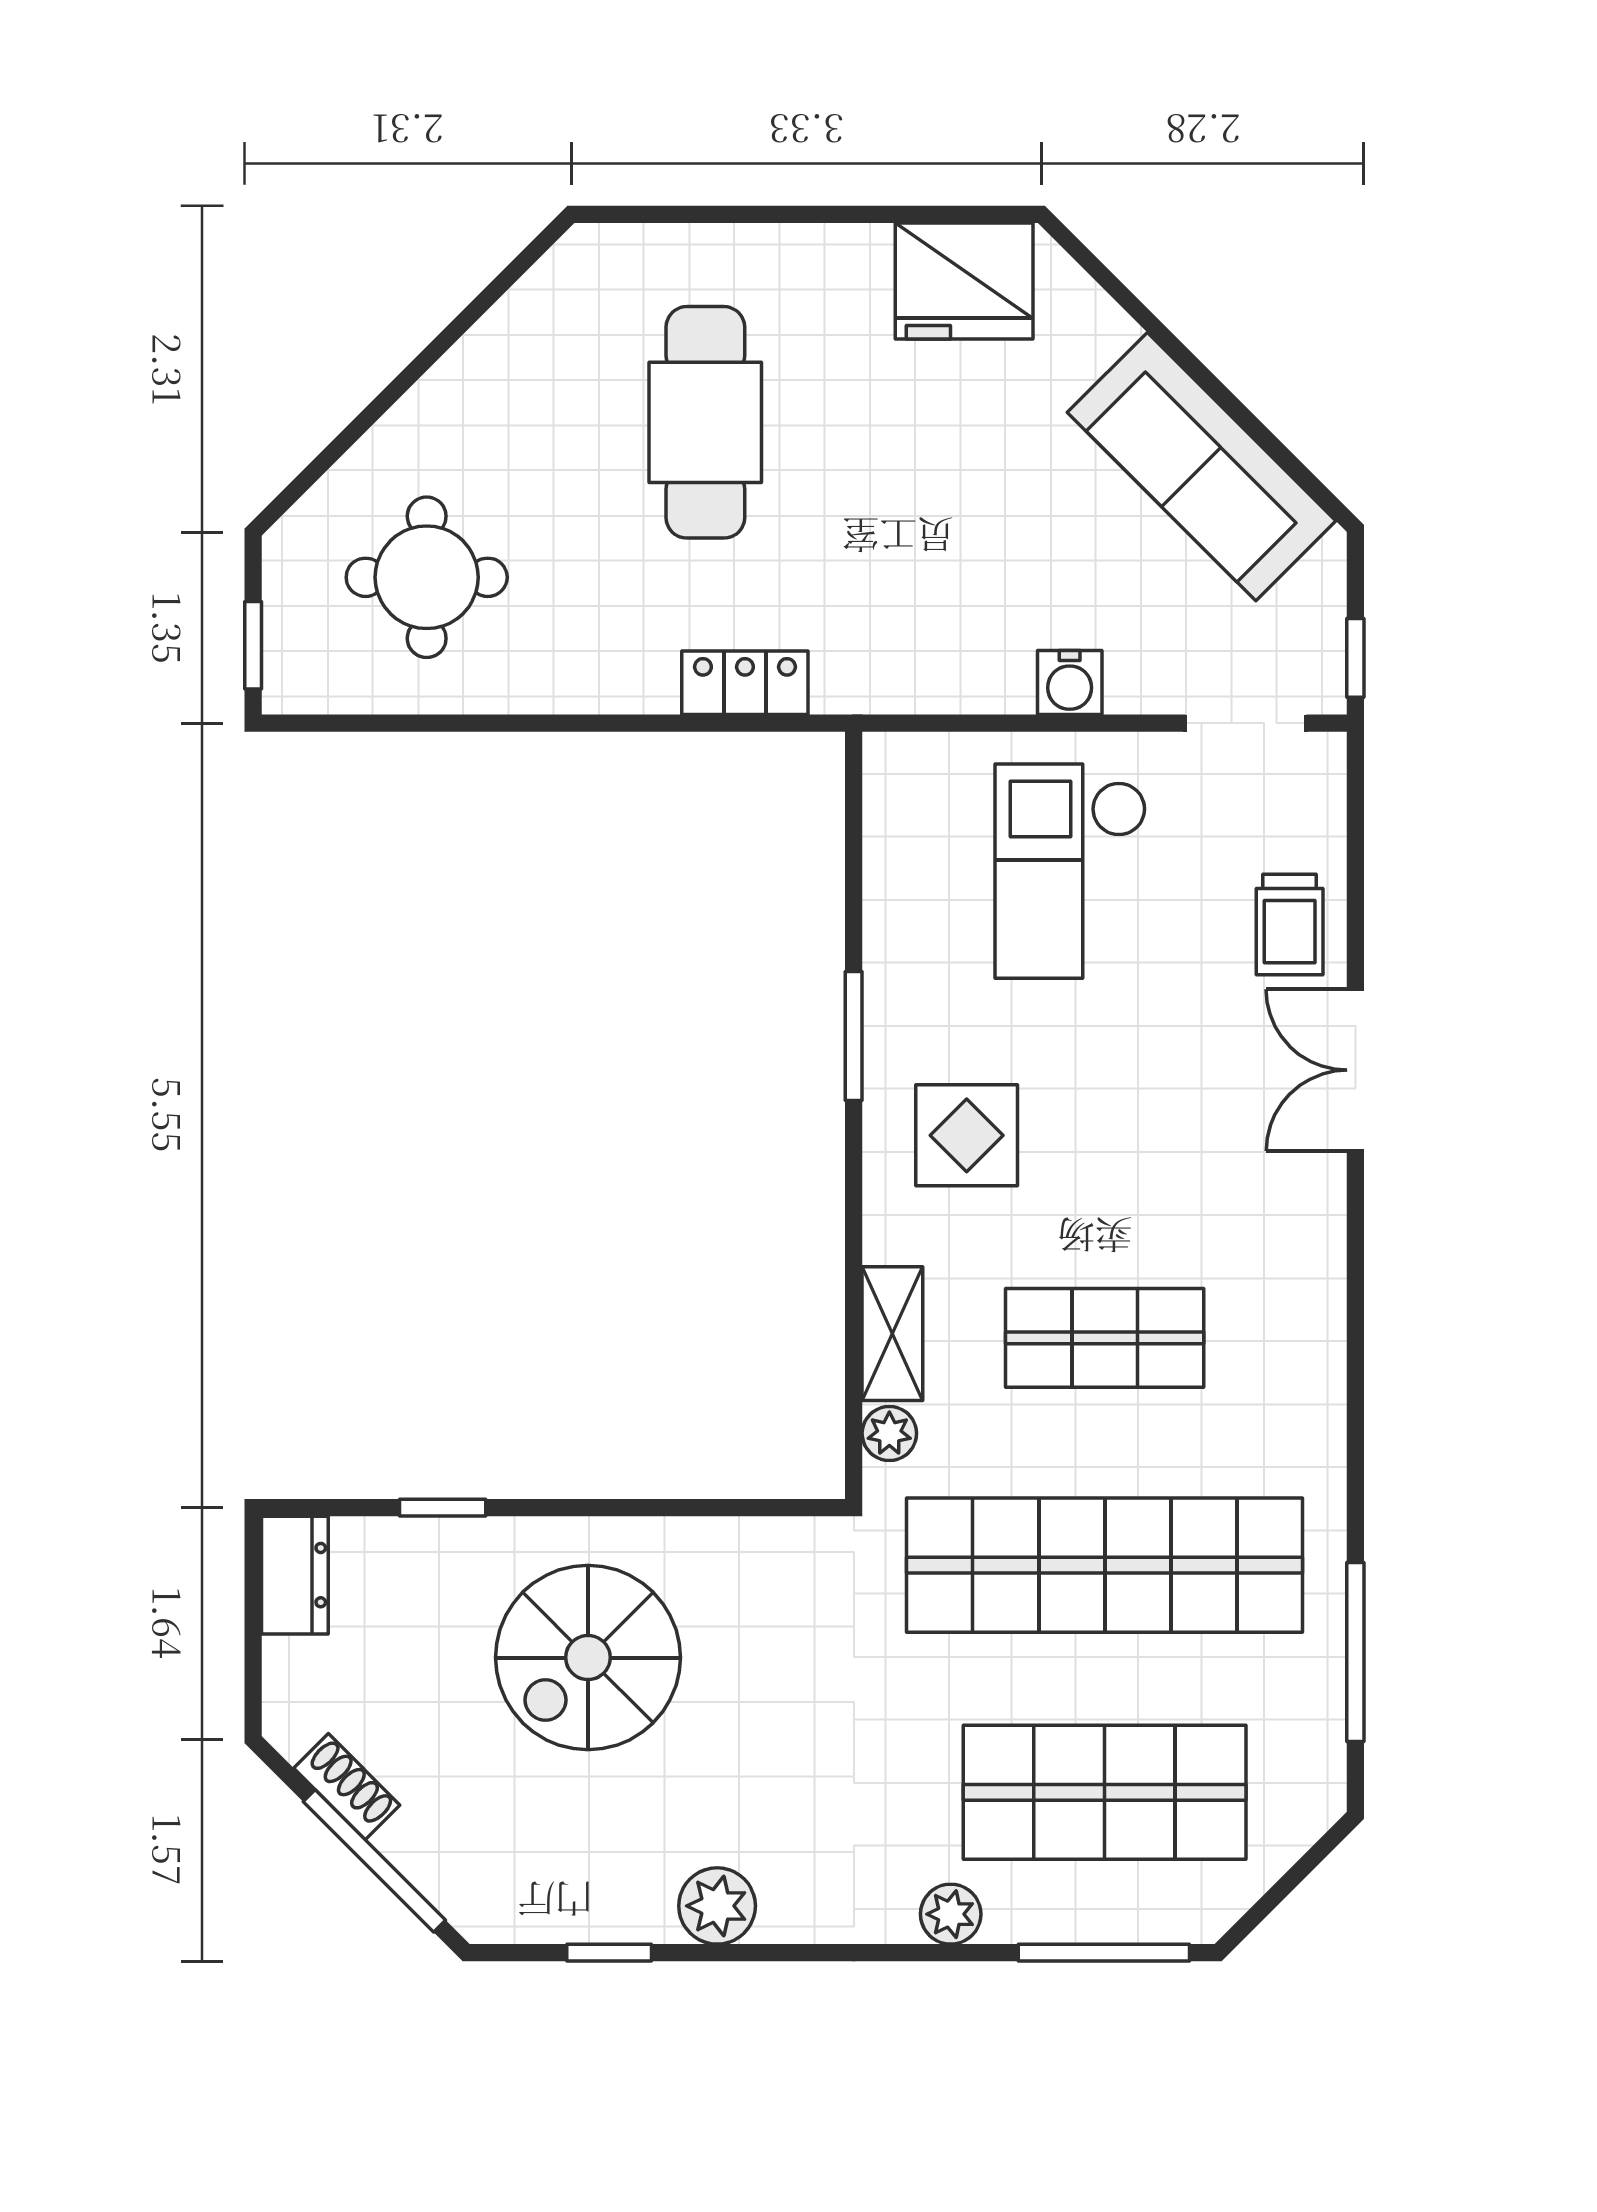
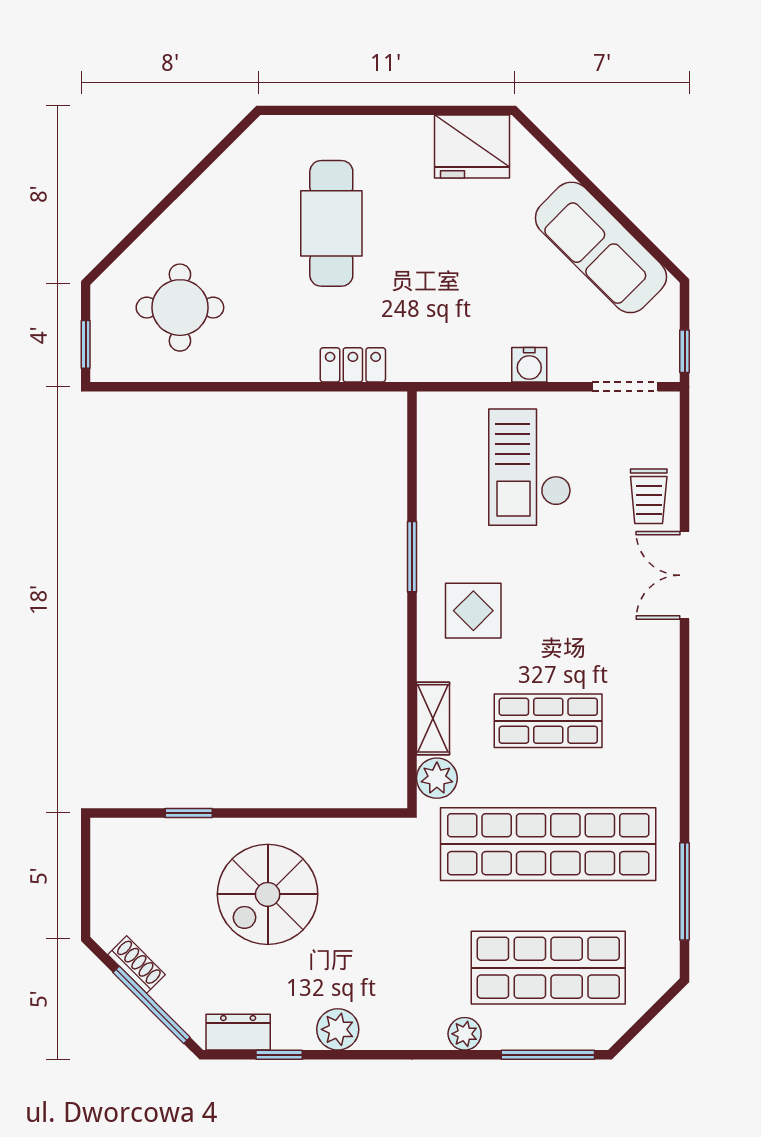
plant: (889, 1433) -> (437, 778), width x1.38, depth x1.38
dresser: (295, 1575) -> (238, 1032), moved, turned -90

